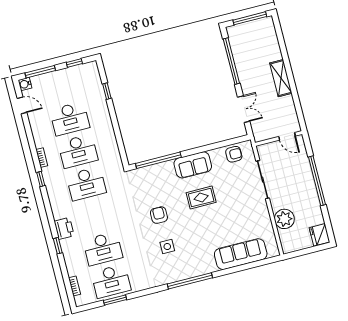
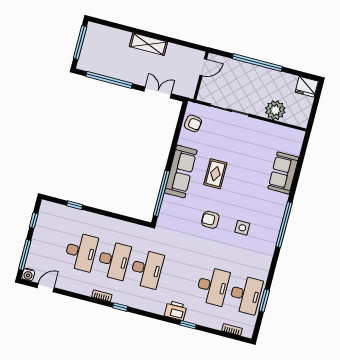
armchair: (234, 154) -> (193, 123), turned 99
sofa: (193, 165) -> (181, 171), width x1.36
sofa: (241, 254) -> (283, 173), width x0.73

